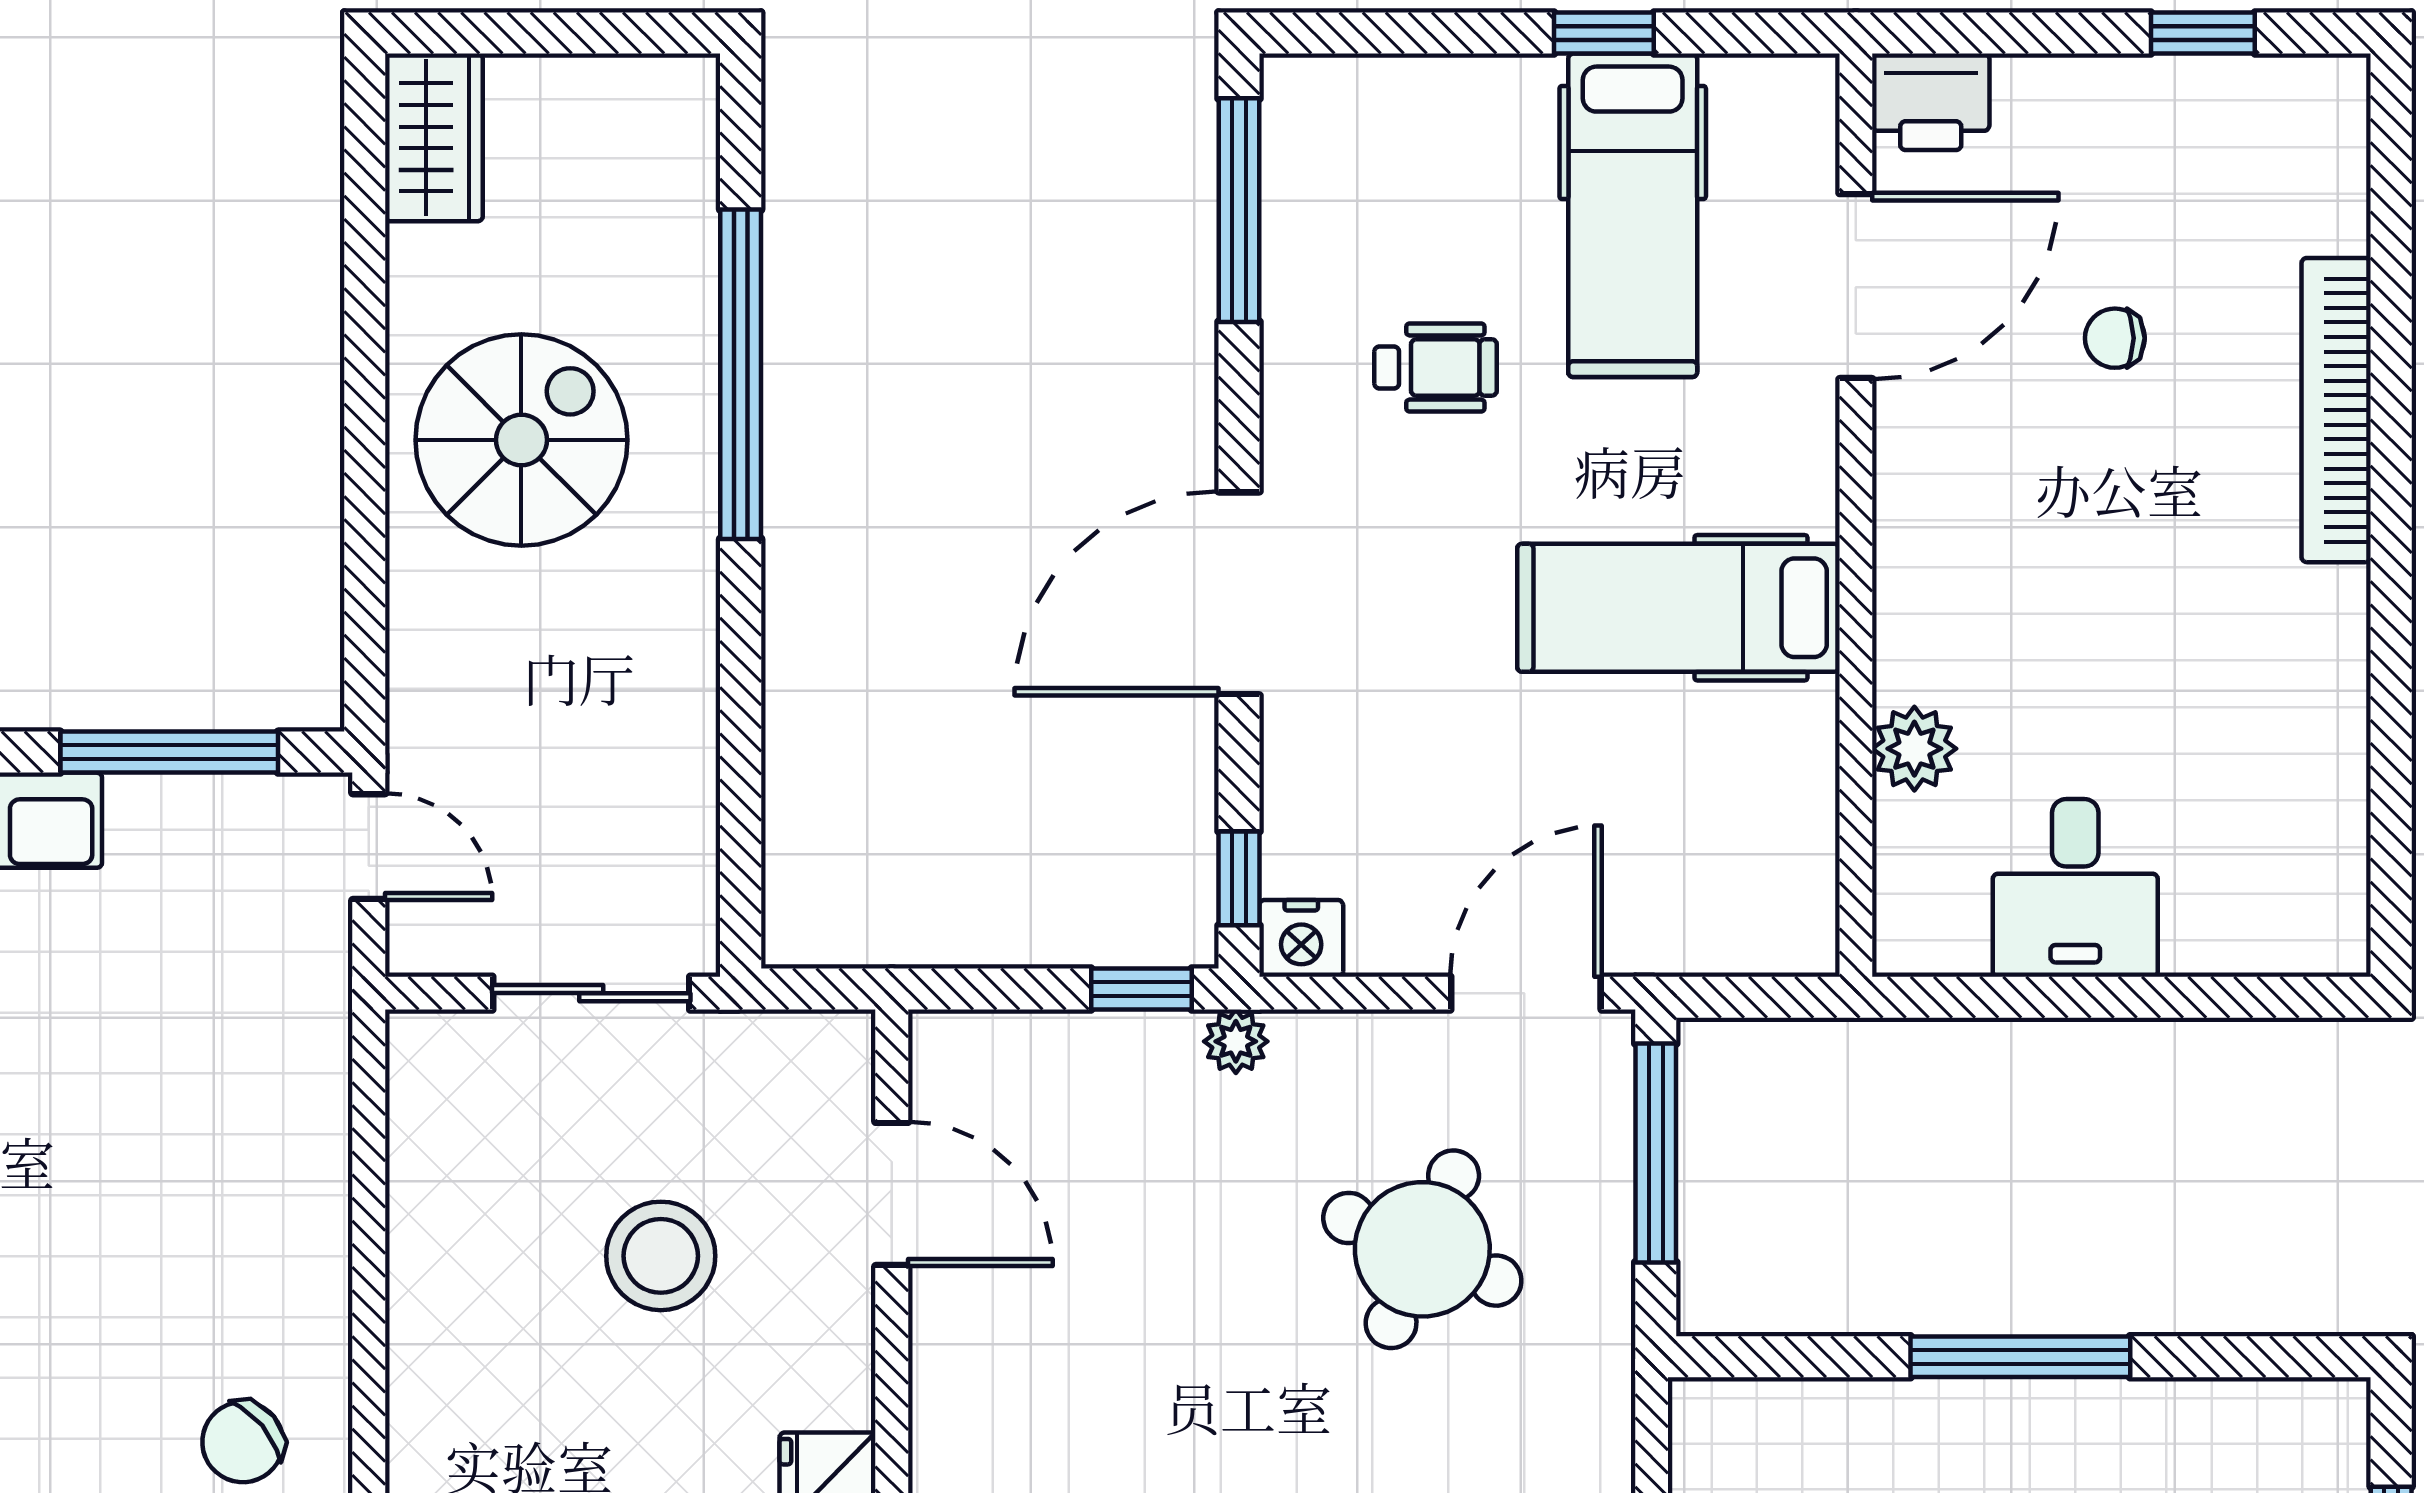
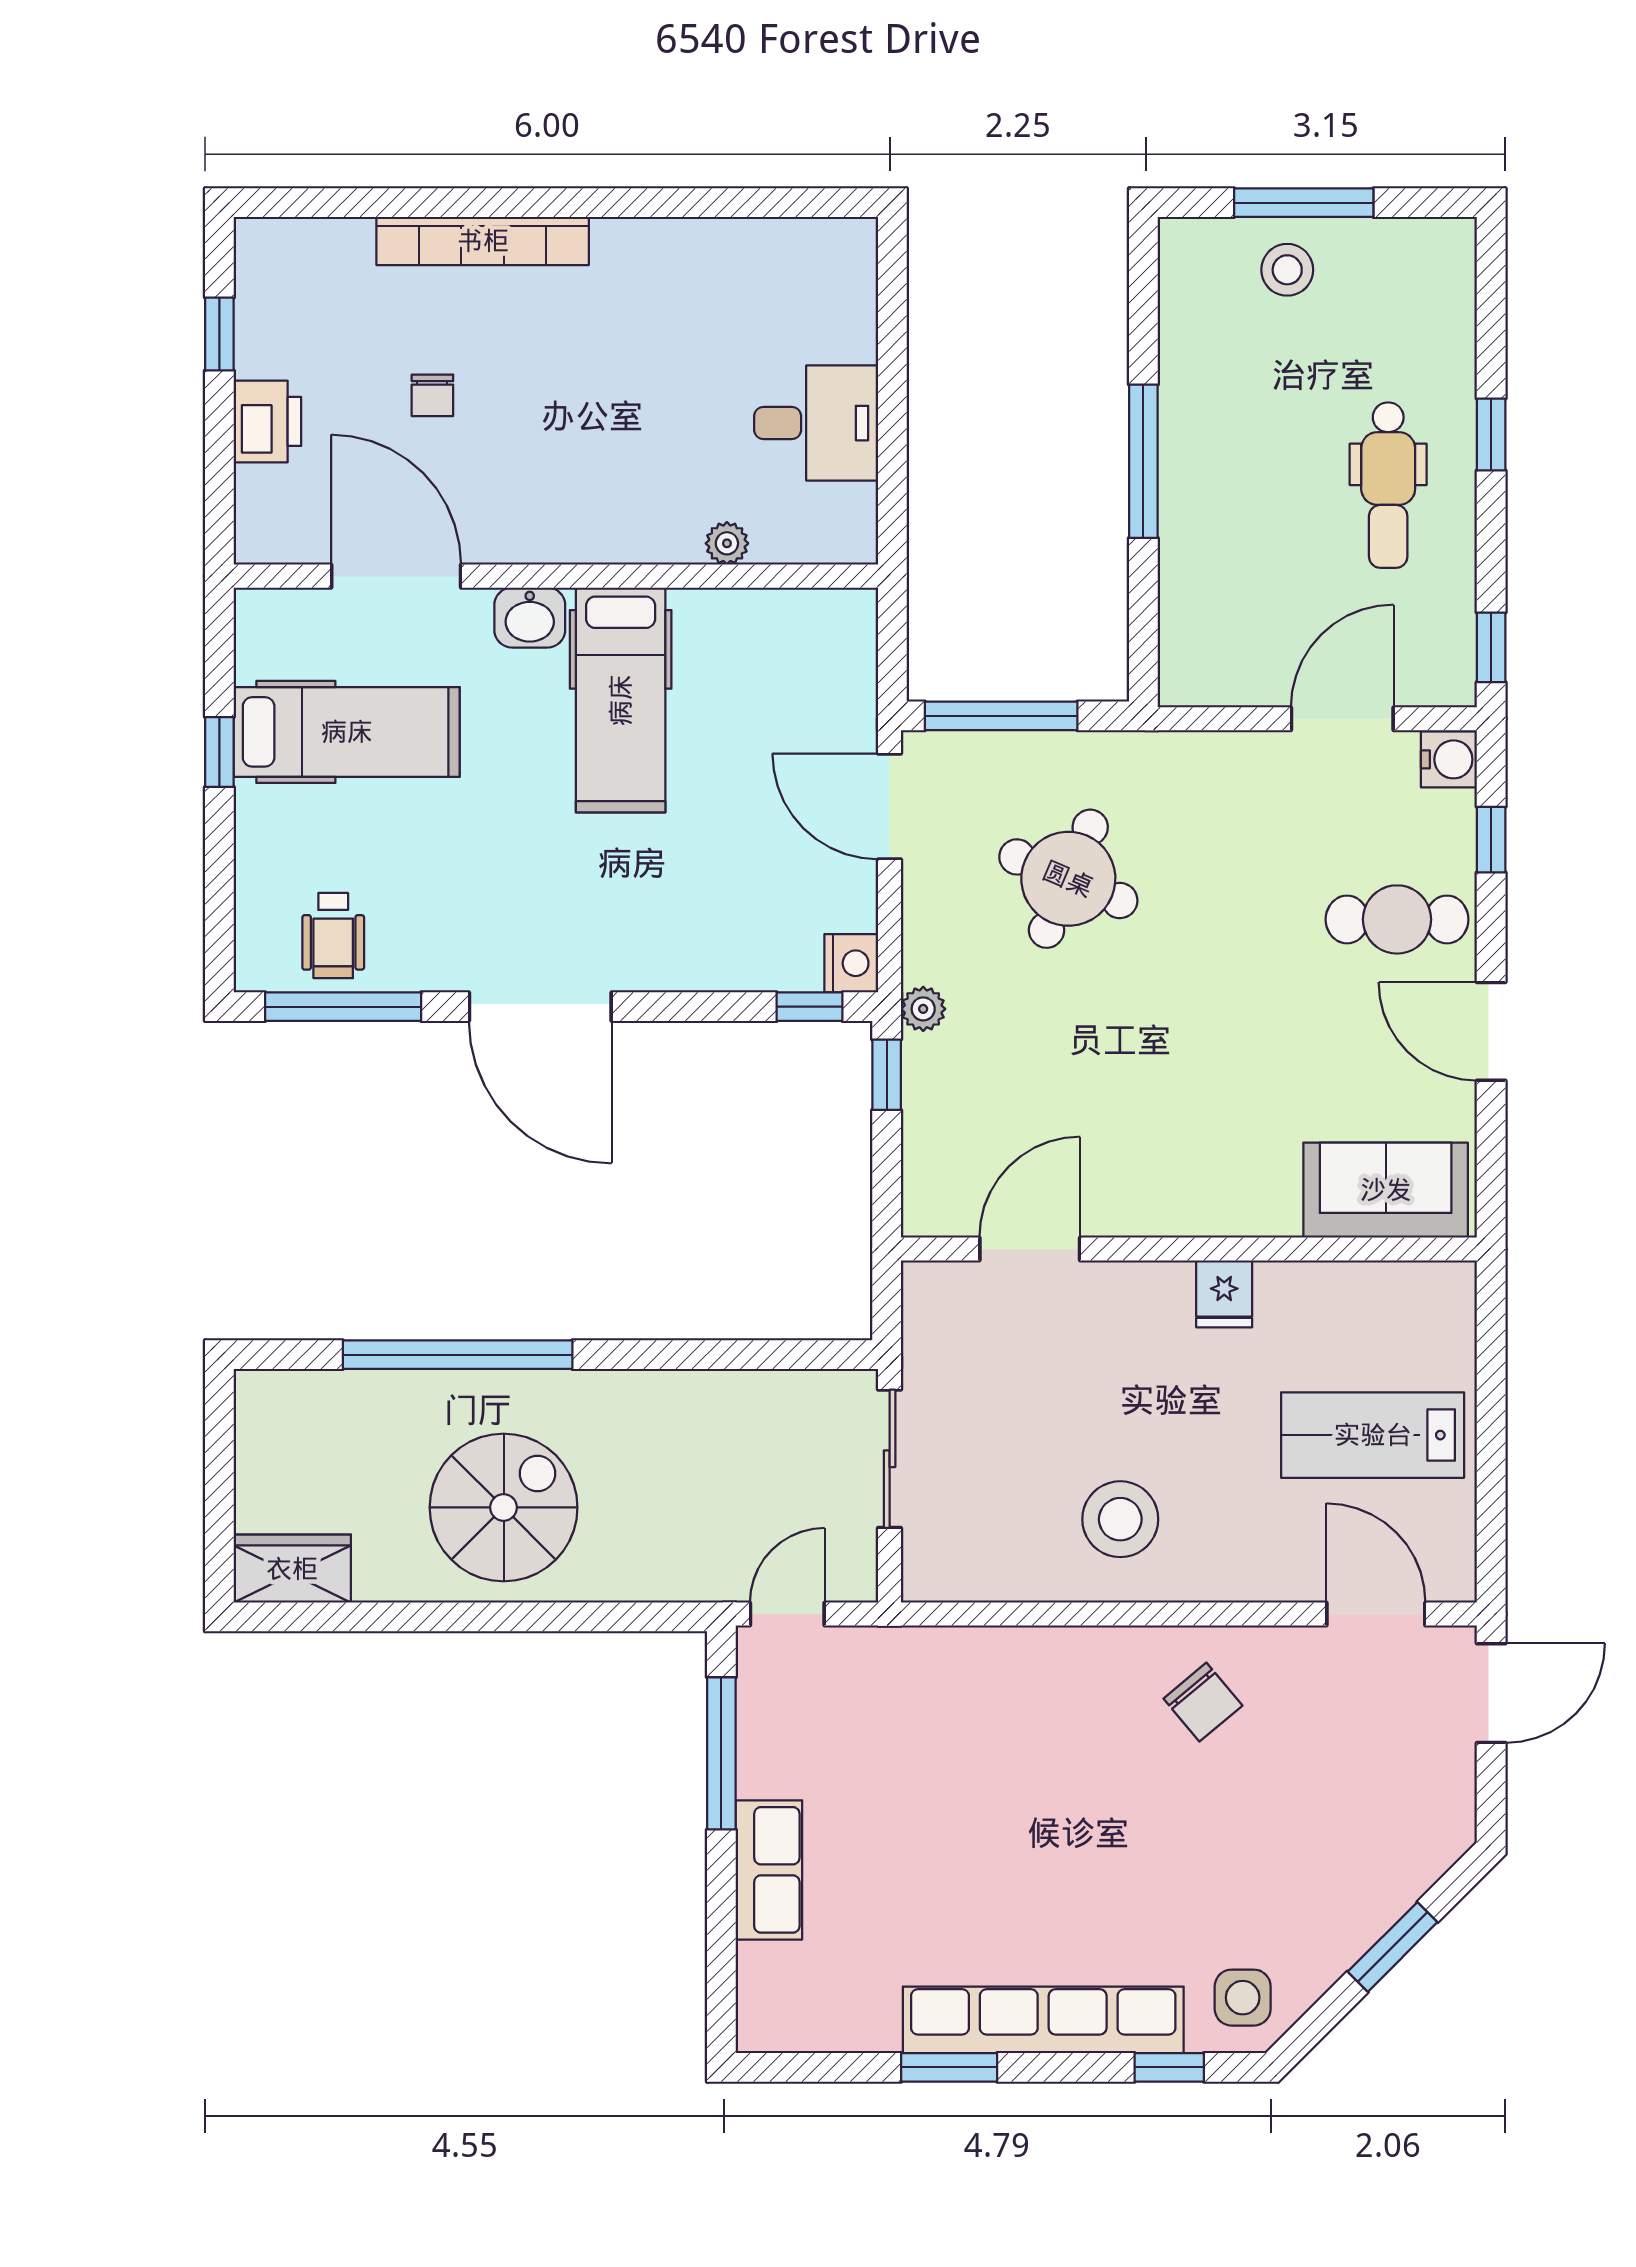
printer: (1931, 102) -> (267, 421), moved
wheelchair: (1436, 367) -> (333, 936), moved, turned 180
spiral stairs: (521, 440) -> (504, 1507), turned 90
washbasin: (1797, 478) -> (530, 618), added
door: (1239, 593) -> (540, 1007), moved
plant: (1914, 749) -> (727, 543), width x0.73, depth x0.73
stool: (661, 1256) -> (1120, 1519), moved

